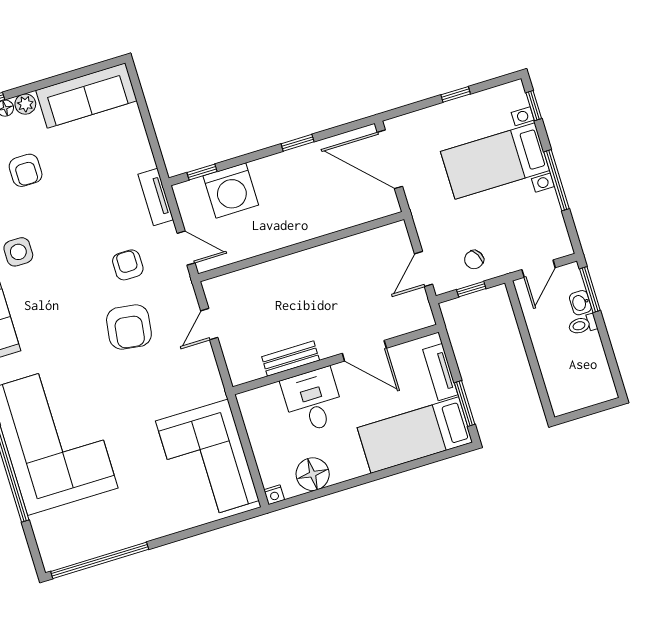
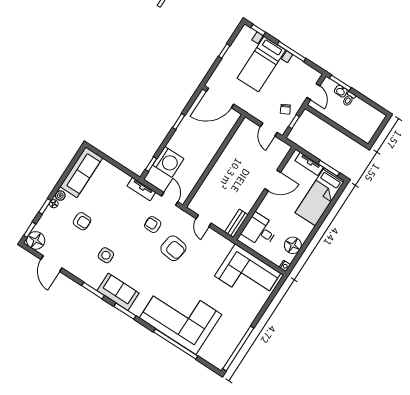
door: (186, 248) -> (170, 199), hinge flipped
bench: (291, 359) -> (236, 223), moved
desk: (313, 400) -> (260, 230), moved

